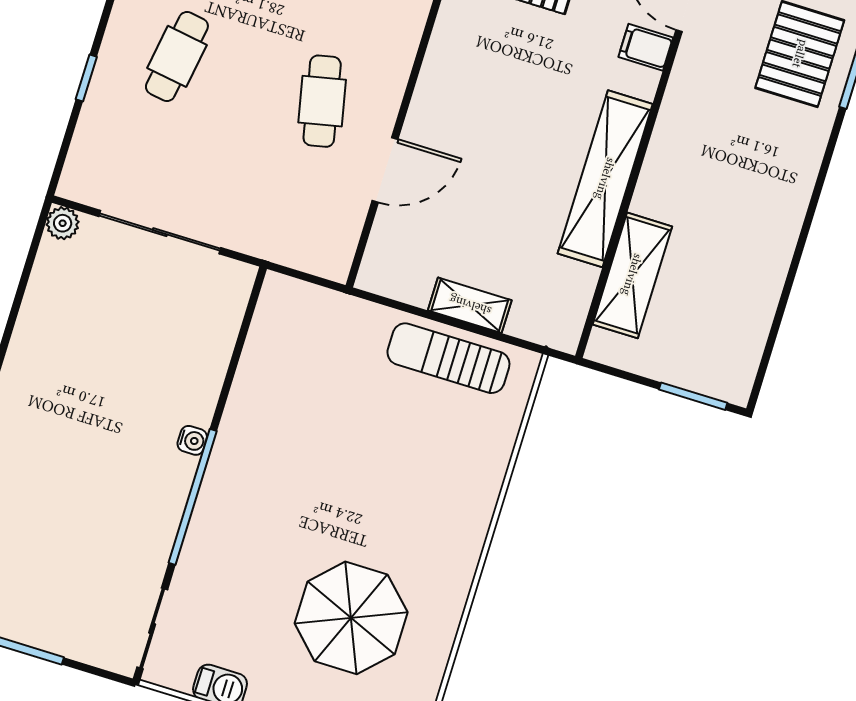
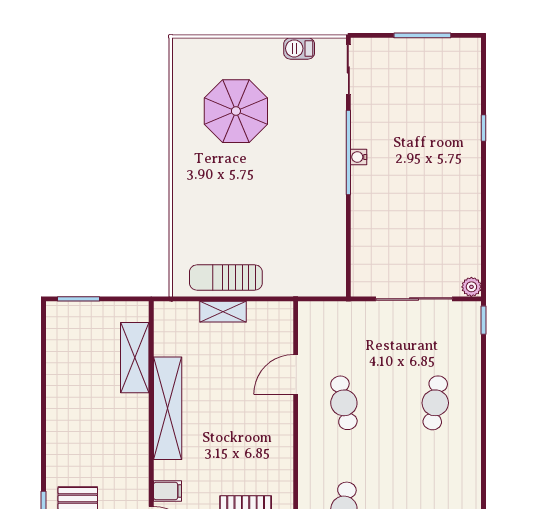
window: (86, 78) -> (484, 320), moved
sun lounger: (448, 358) -> (226, 277), turned 180
water cooler: (192, 440) -> (359, 157), moved

